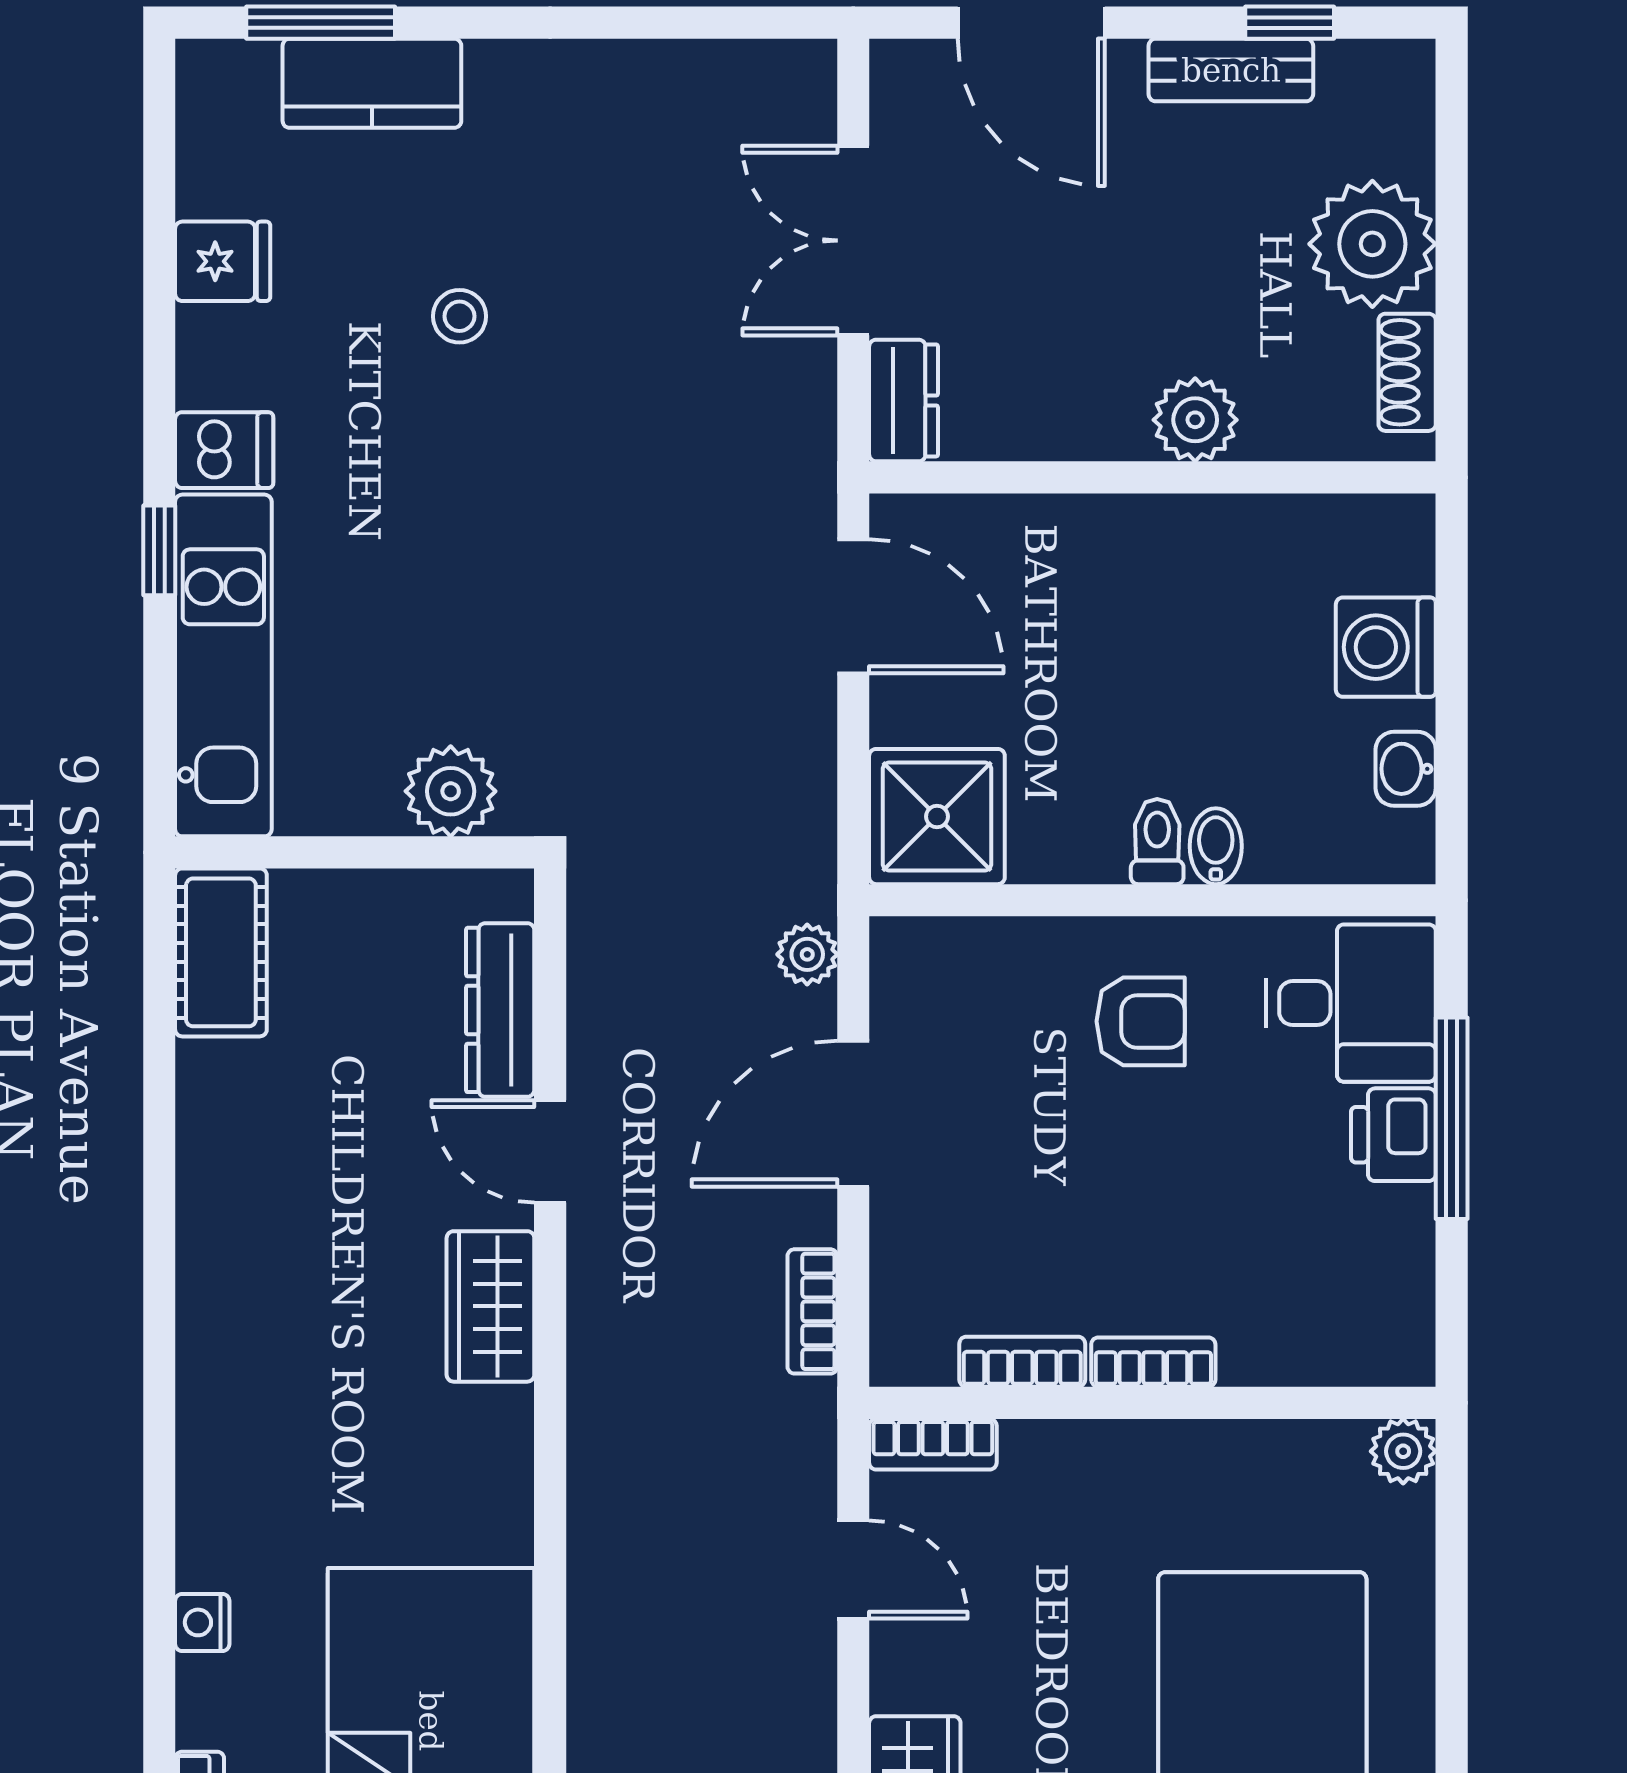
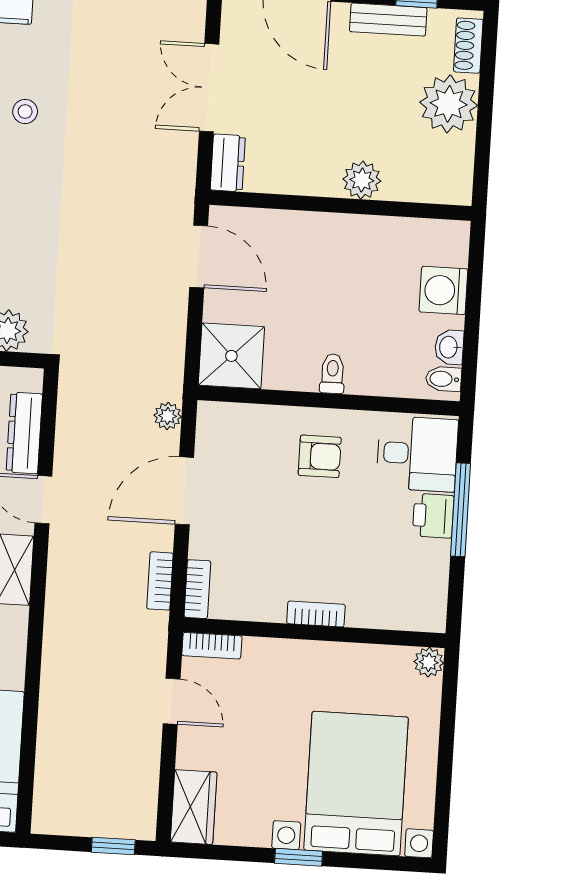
shoe rack: (1407, 372) -> (468, 46), moved
bidet: (1216, 846) -> (443, 379), moved, turned -90
bookcase: (1022, 1362) -> (197, 589), moved, turned 90

